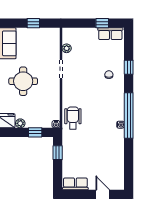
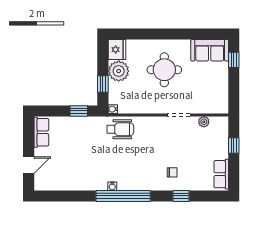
window: (33, 23) -> (234, 60), moved
window: (102, 23) -> (234, 145), moved
plant: (20, 123) -> (119, 71), width x1.88, depth x1.88

